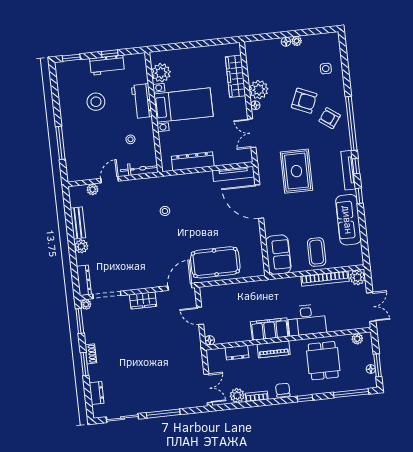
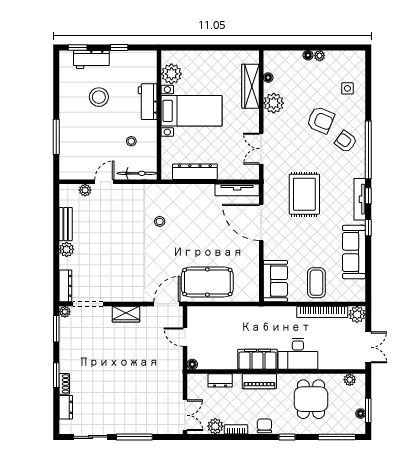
workbench: (107, 65) -> (91, 59), moved
floor lamp: (255, 105) -> (268, 78), moved
shoe rack: (91, 354) -> (64, 384), moved

